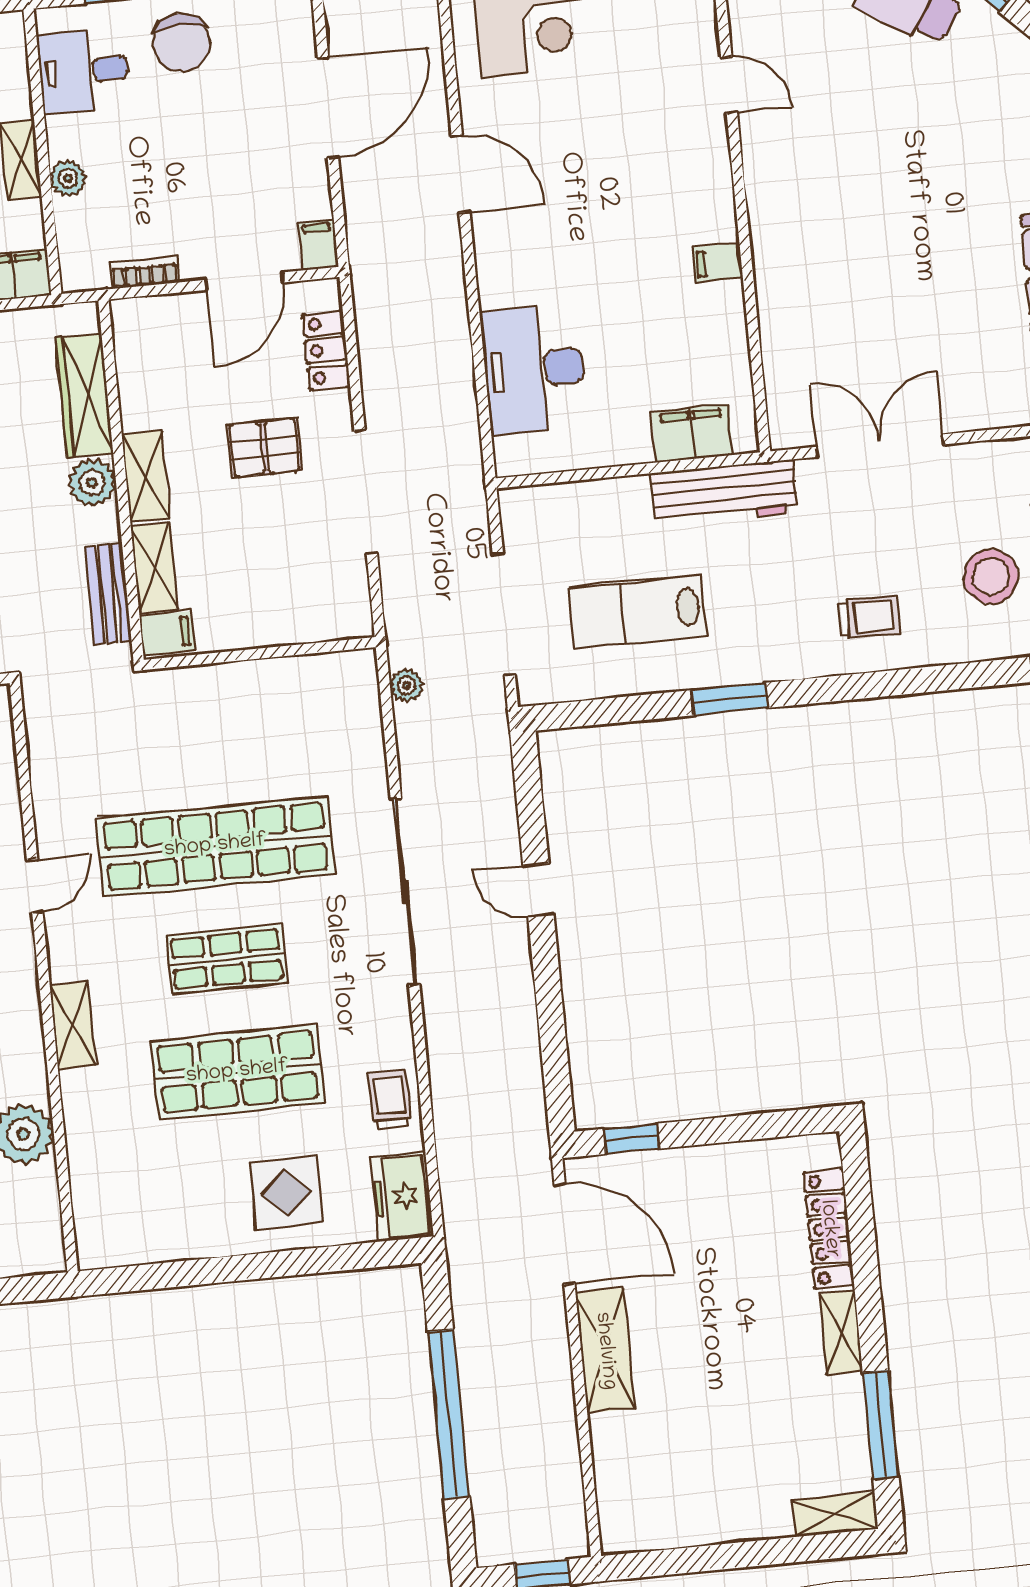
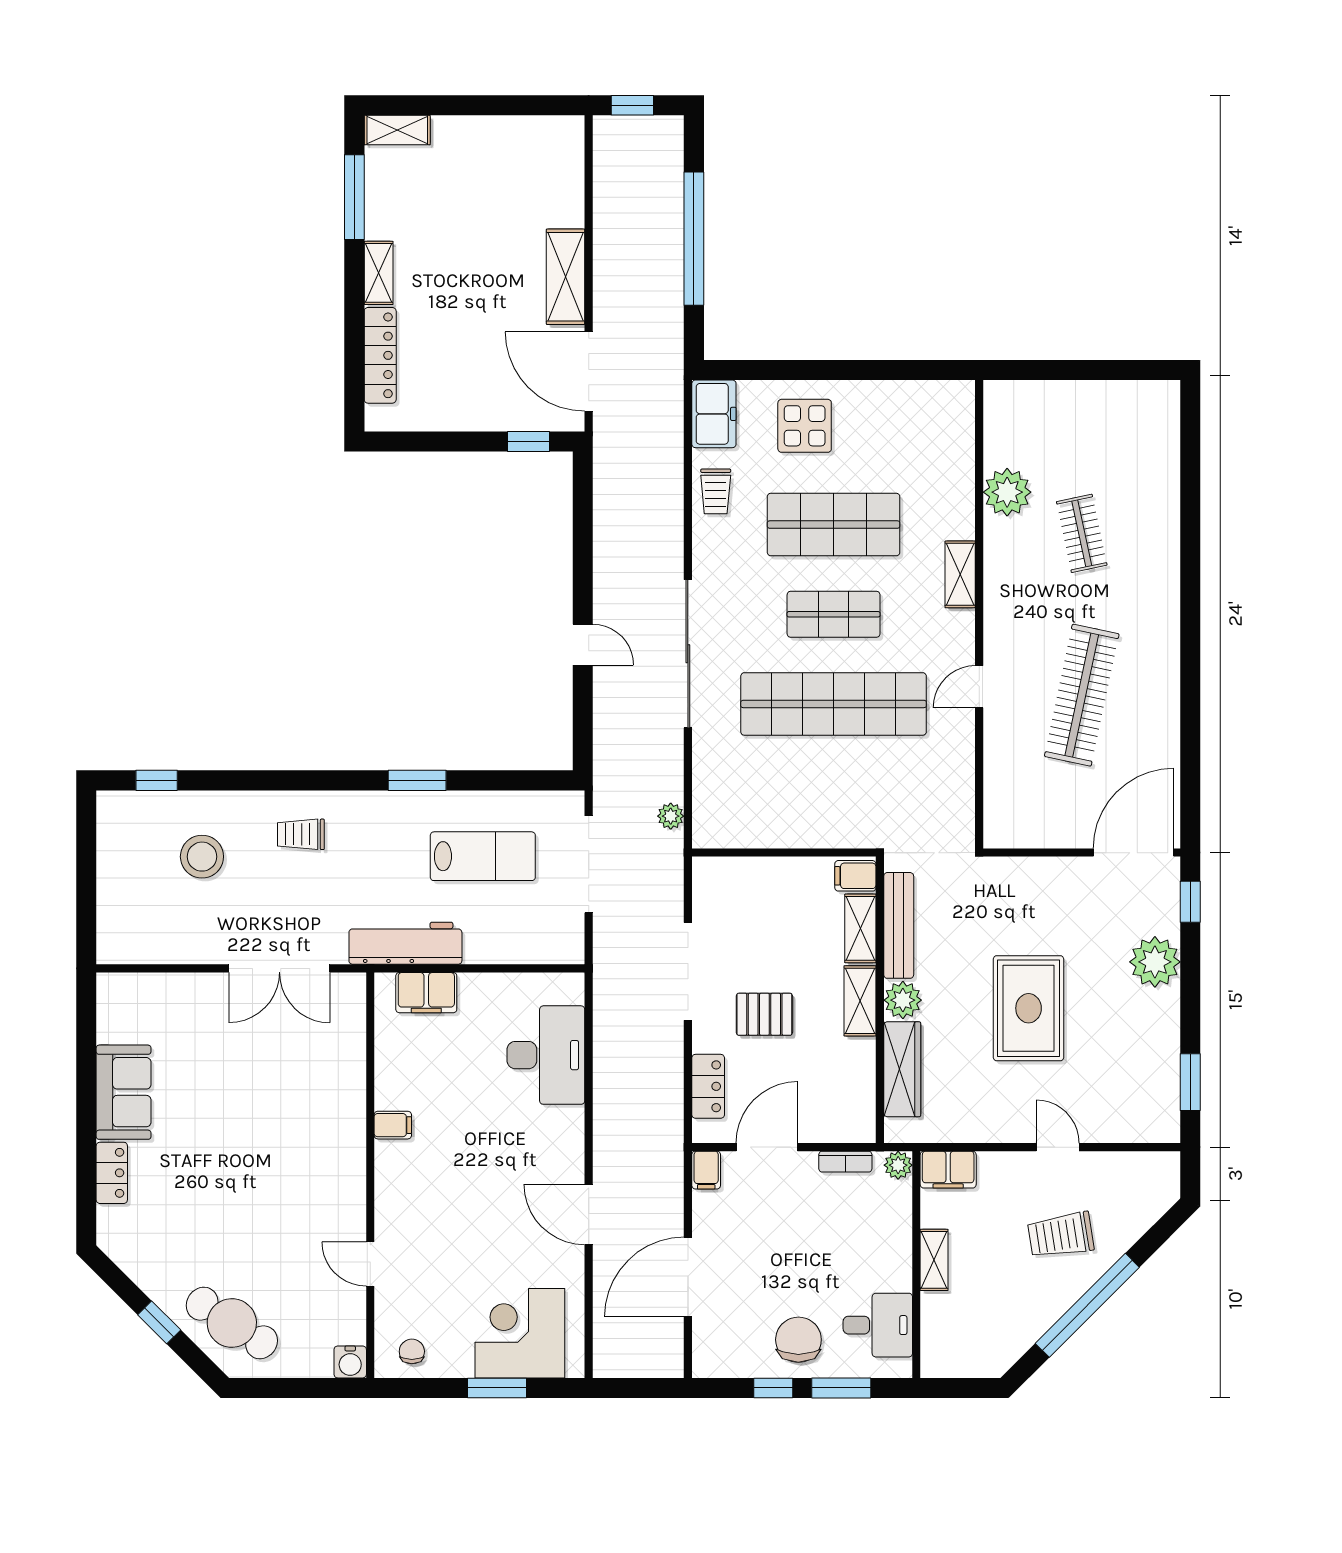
plant: (68, 178) -> (898, 1165), moved
bench: (108, 594) -> (899, 925), width x1.36

